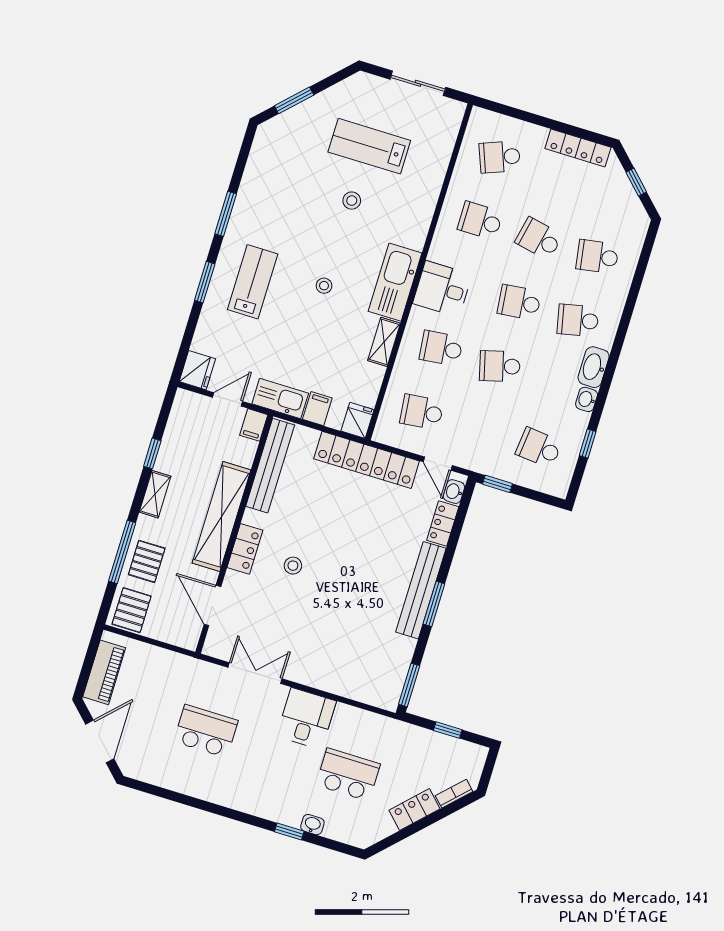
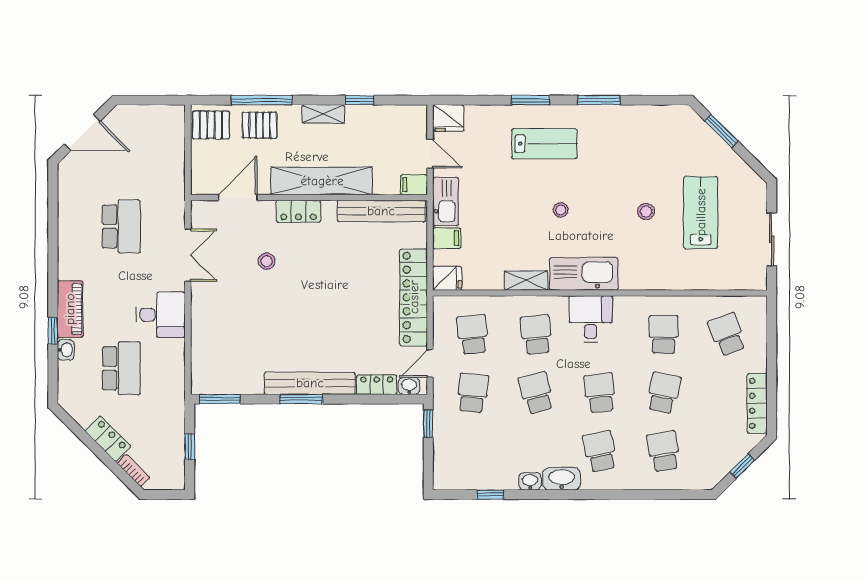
school desk: (539, 448) -> (473, 393), moved
stool: (293, 566) -> (267, 261), moved
piano: (104, 672) -> (70, 309), moved, turned -90

